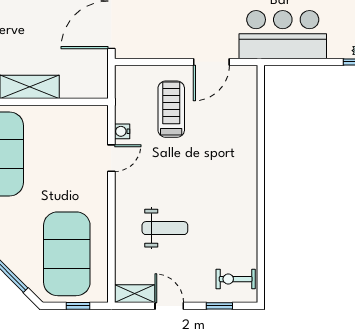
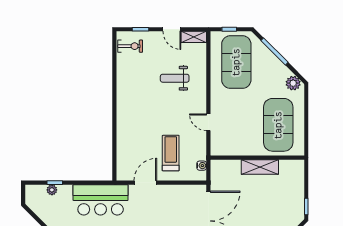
treadmill: (171, 109) -> (171, 153), turned 180
water cooler: (122, 131) -> (202, 166), moved
door: (111, 158) -> (208, 122), hinge flipped

